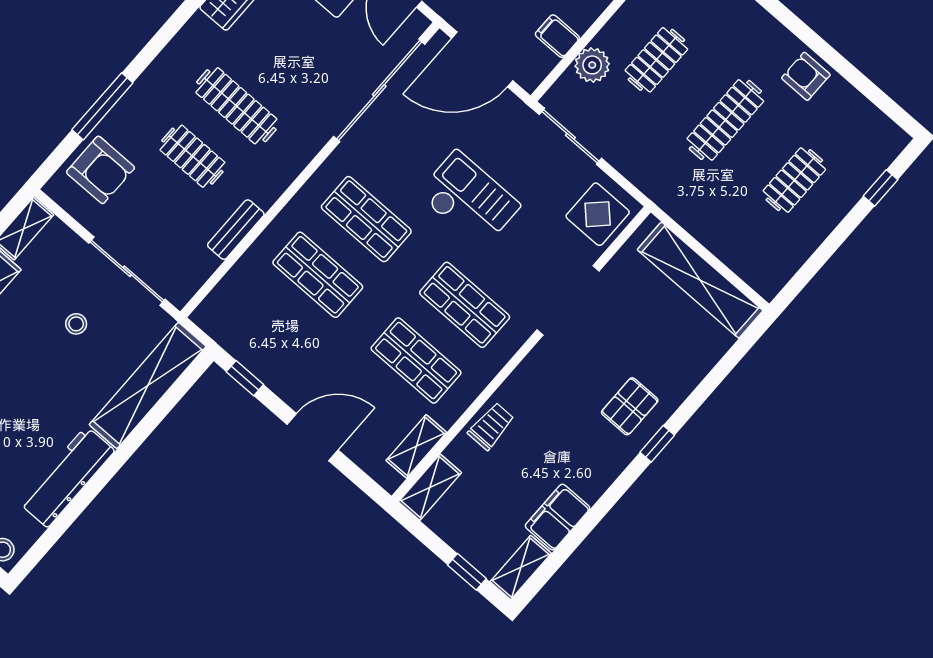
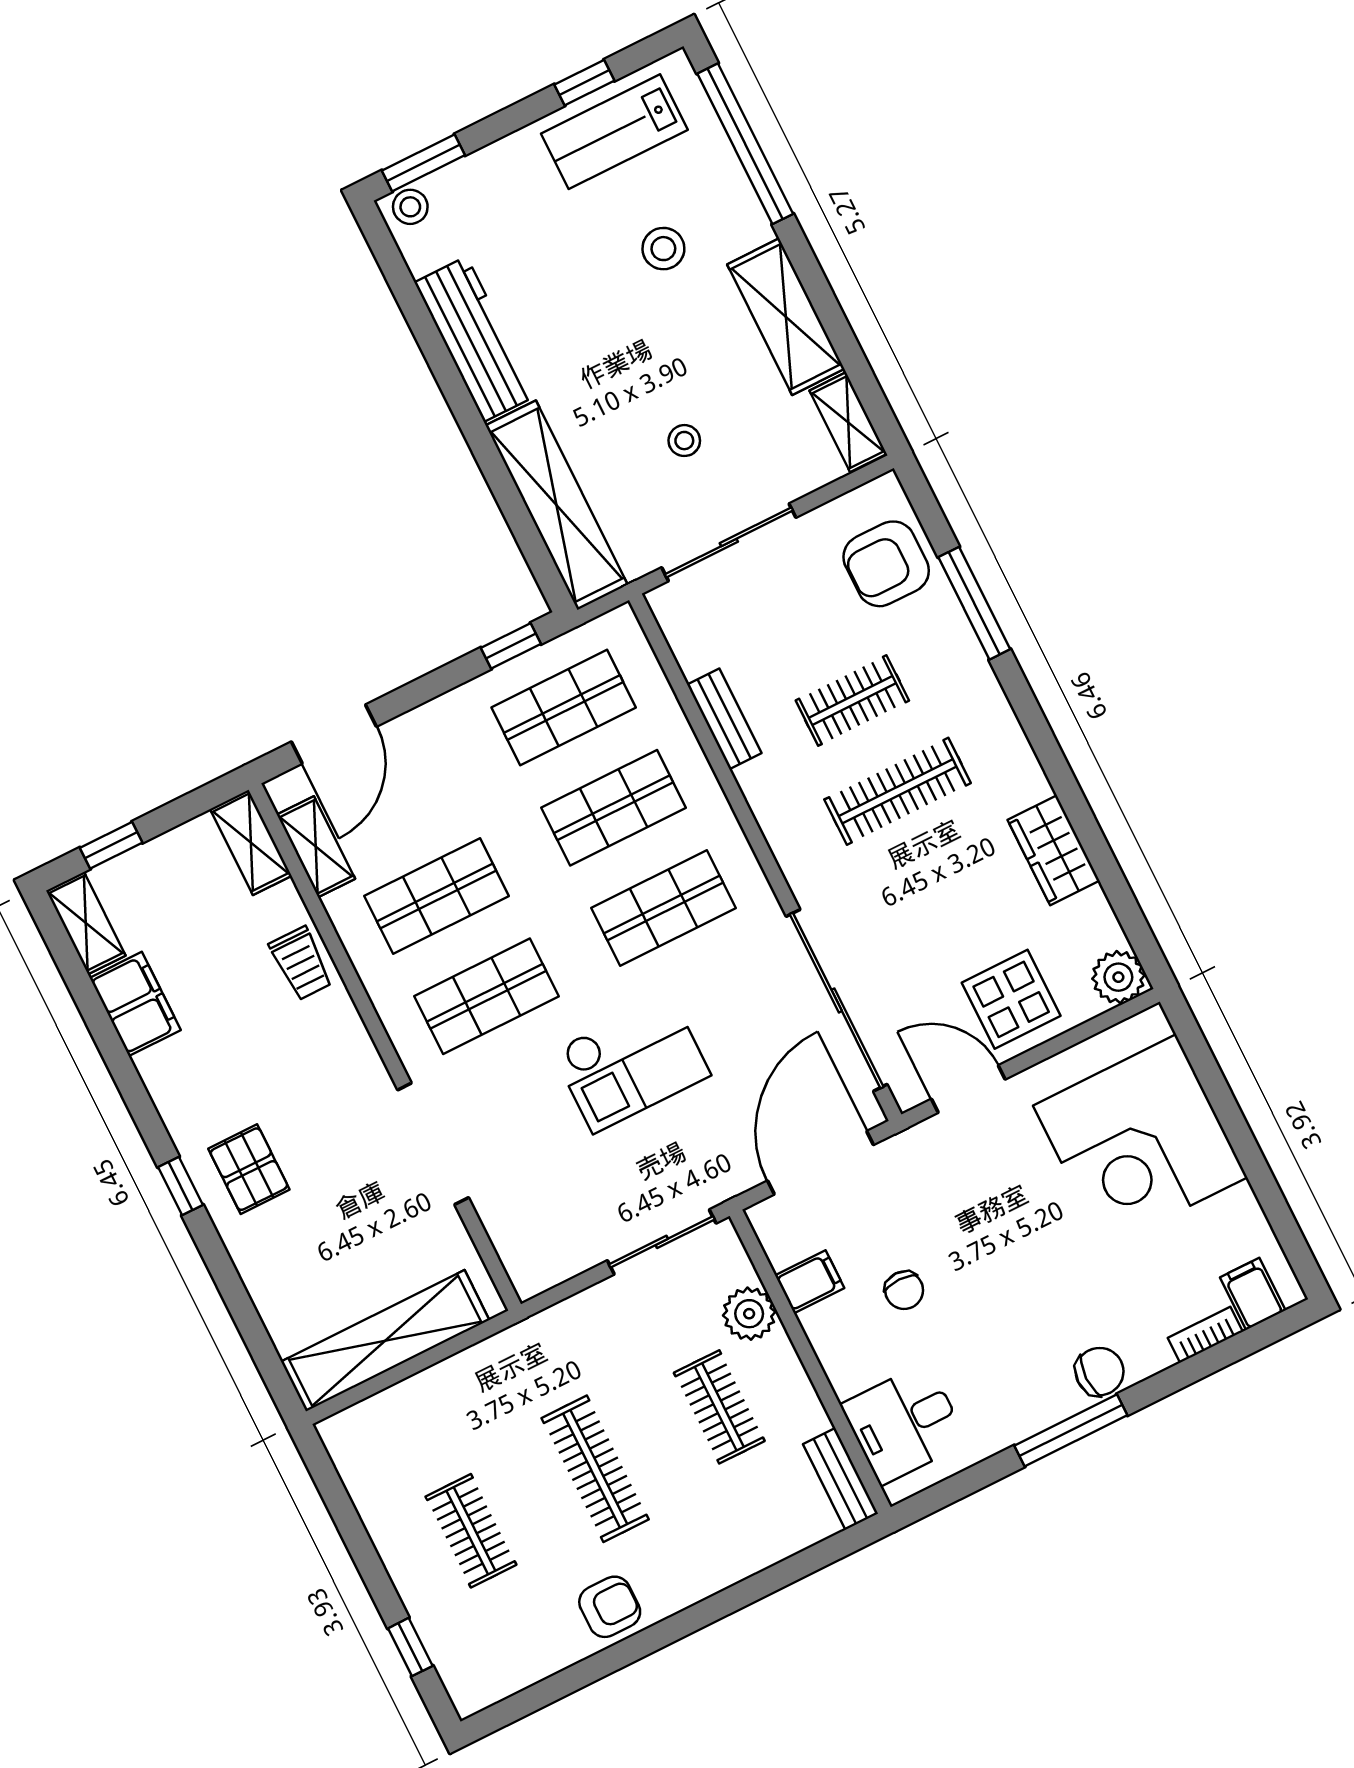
display table: (598, 214) -> (537, 1235), removed
shop shelf: (269, 330) -> (564, 708), added
door: (313, 437) -> (334, 734), moved

